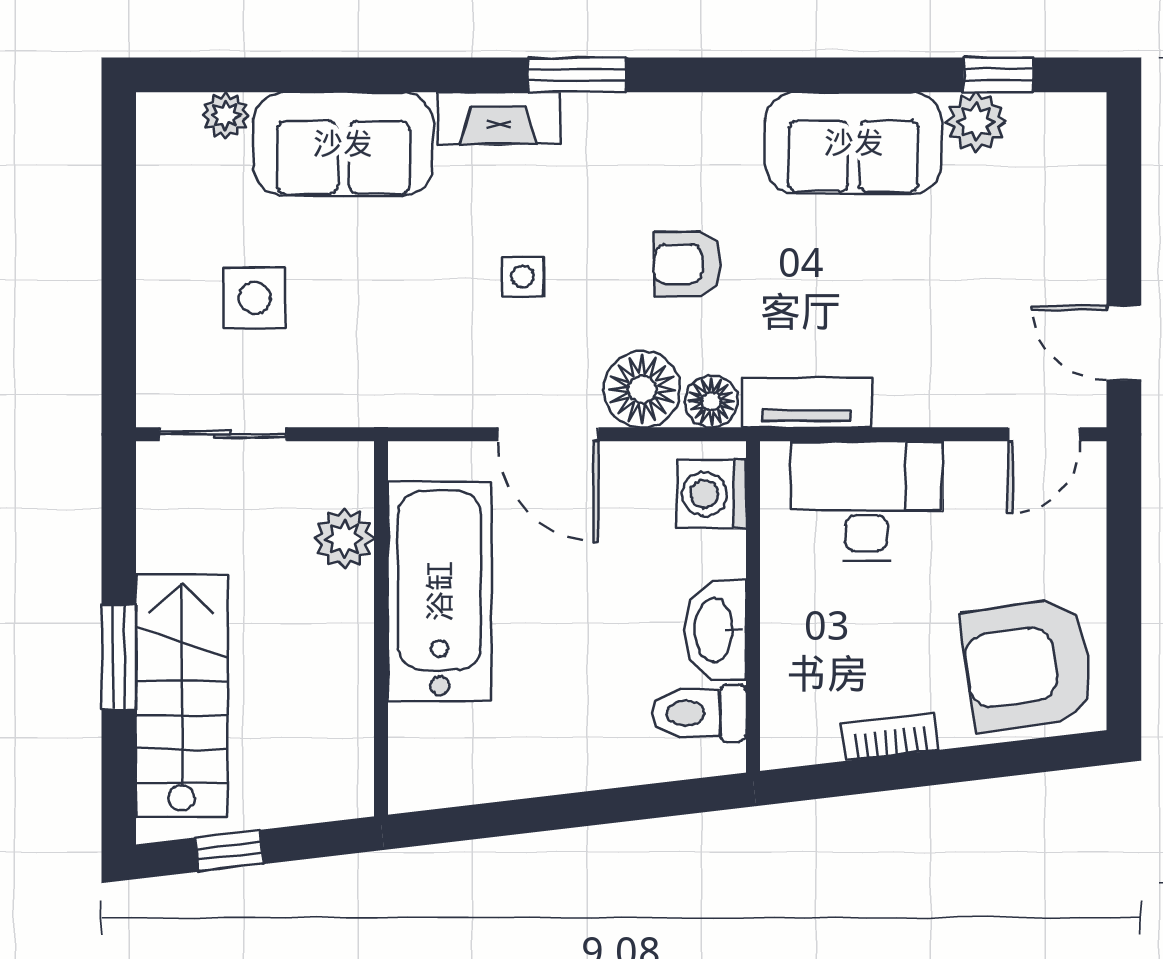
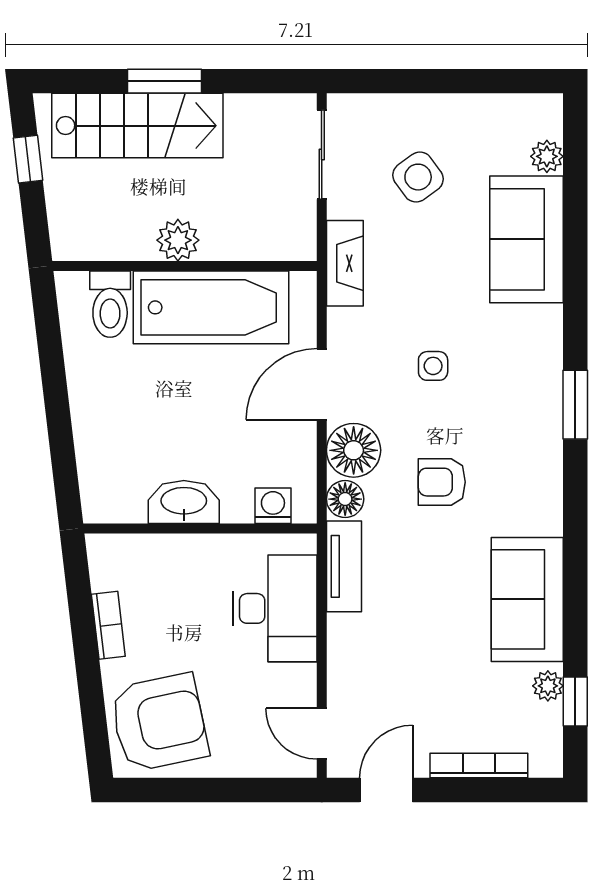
fireplace: (498, 118) -> (345, 263), moved, turned 180
plant: (976, 122) -> (548, 686), width x0.73, depth x0.73
bookcase: (1089, 212) -> (479, 766), added
armchair: (687, 264) -> (442, 482), turned -90
side table: (255, 298) -> (418, 177), turned -36
washing machine: (711, 494) -> (273, 506), width x0.73, depth x0.73
plant: (344, 539) -> (178, 240), moved
armchair: (1028, 665) -> (159, 723), turned 86
toilet: (699, 713) -> (110, 304), moved, turned 180

